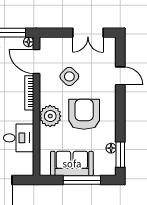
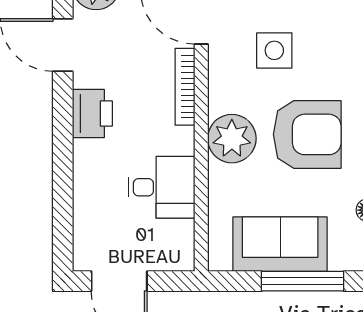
side table: (69, 76) -> (274, 50), turned 45
armchair: (84, 114) -> (307, 134), turned 90

